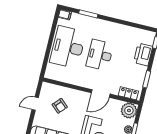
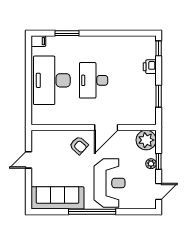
printer: (143, 54) -> (150, 67), width x0.53, depth x0.68
locker: (128, 93) -> (140, 119), removed
armchair: (60, 106) -> (79, 145), moved

